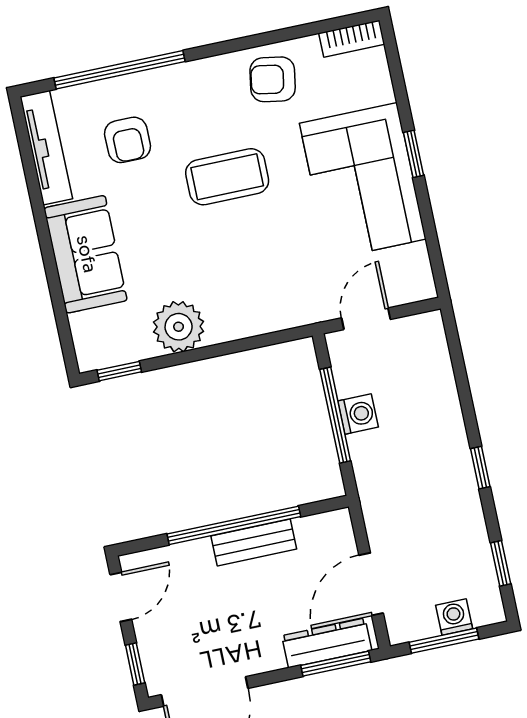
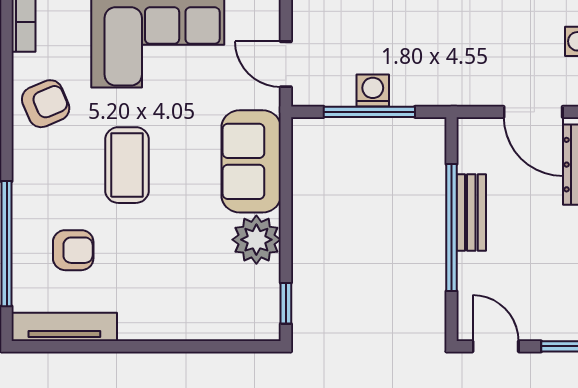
armchair: (273, 79) -> (46, 104), turned -123
sofa: (86, 254) -> (251, 161), moved, turned -90

